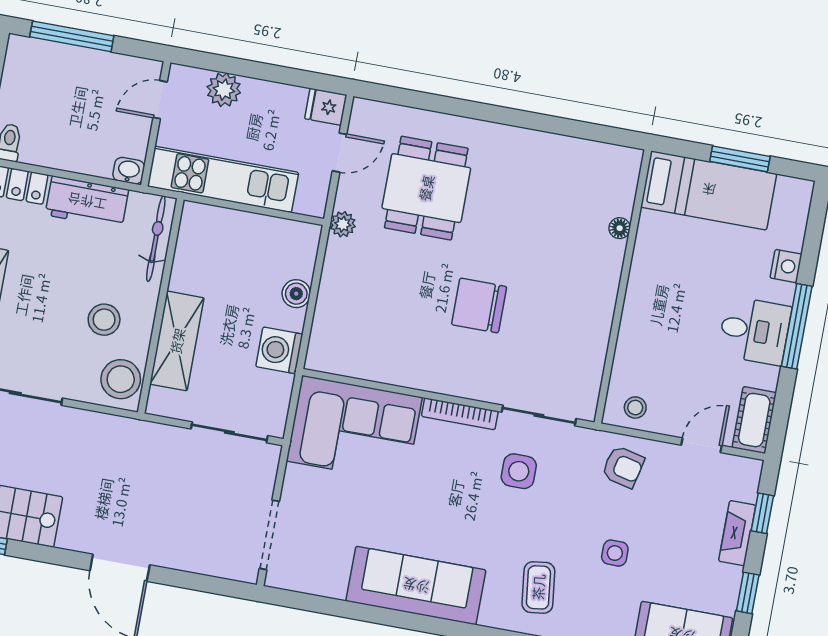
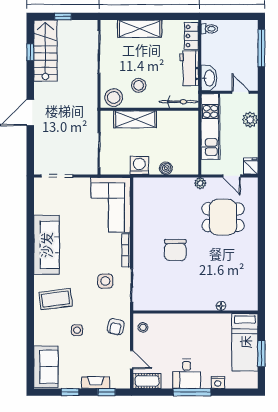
washbasin: (129, 171) -> (209, 78), width x1.91, depth x1.45
chair: (479, 306) -> (175, 250), turned 180
coffee table: (538, 587) -> (56, 299), width x1.36, depth x1.30

